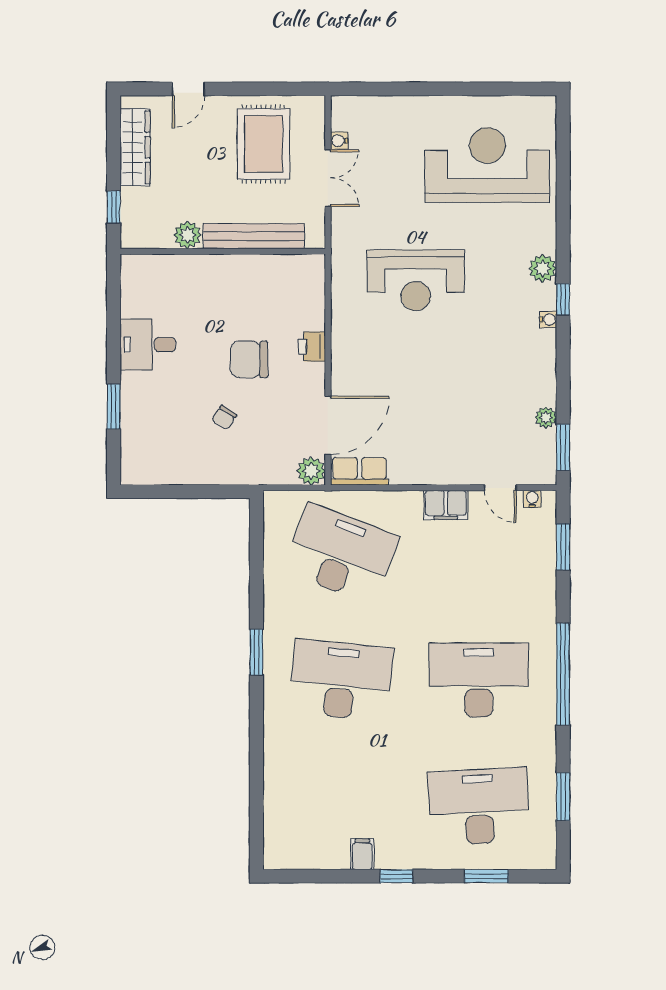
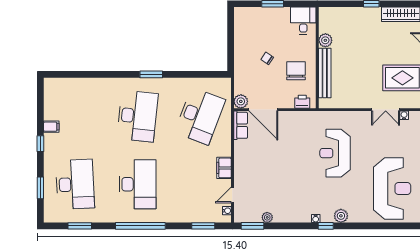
plant: (188, 235) -> (325, 40), moved
bench: (254, 236) -> (325, 73), moved
wall: (223, 251) -> (317, 58), moved

